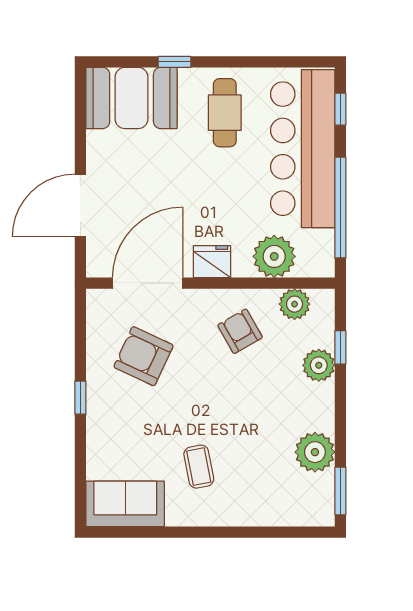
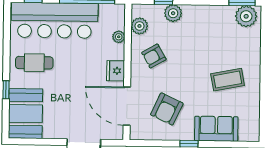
plant: (274, 256) -> (119, 37), width x0.53, depth x0.53
plant: (315, 452) -> (246, 16), moved
coffee table: (199, 467) -> (228, 80), width x1.36, depth x1.30
sofa: (125, 504) -> (216, 129), moved, turned 90

